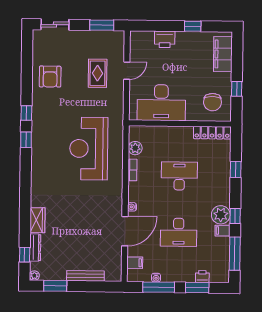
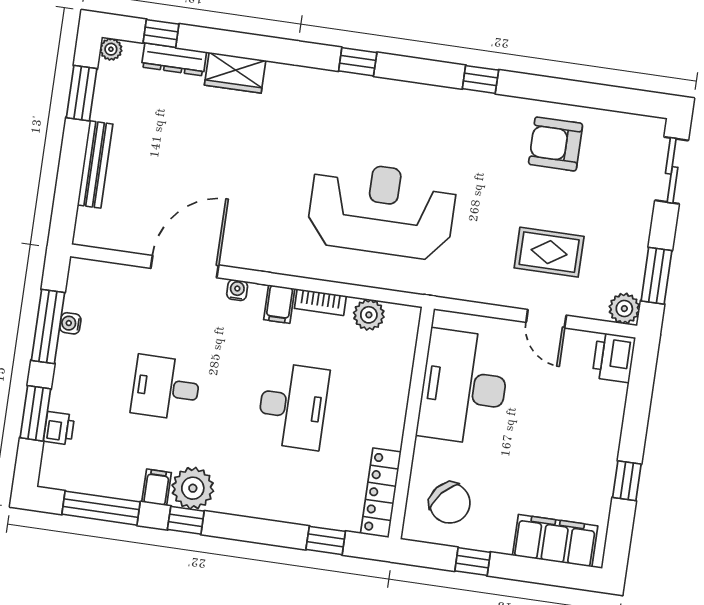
plant: (118, 37) -> (624, 309), added
printer: (165, 39) -> (614, 358), moved
chair: (212, 102) -> (450, 503), turned -139
window: (26, 140) -> (358, 62), moved
window: (236, 169) -> (326, 540), moved
door: (125, 231) -> (185, 267), swing flipped
desk: (179, 232) -> (166, 388), width x0.73
filing cabinet: (135, 263) -> (279, 304), moved

